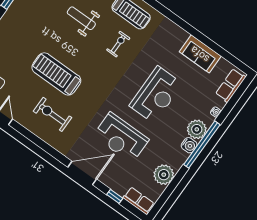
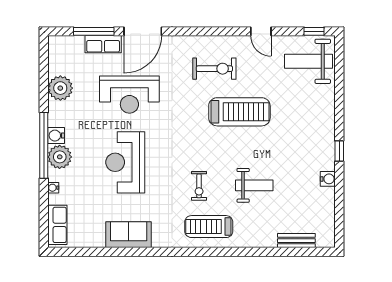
sofa: (200, 54) -> (129, 235), moved
reception desk: (121, 138) -> (129, 95), turned 180
window: (115, 196) -> (94, 31), width x2.17
row of seats: (139, 201) -> (103, 44), moved

